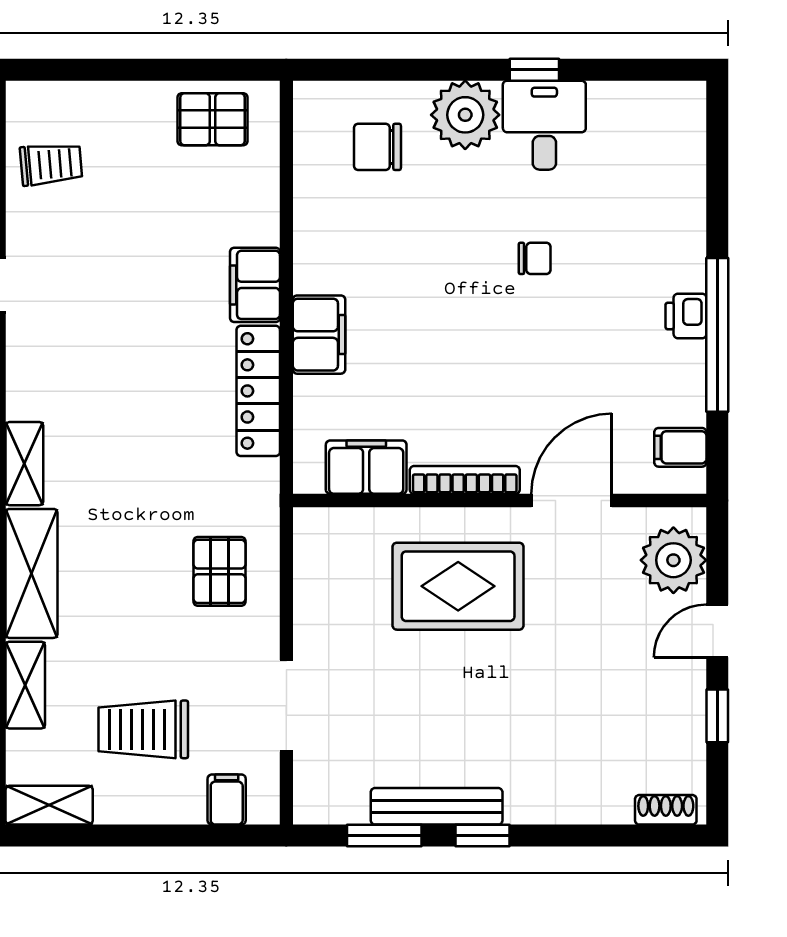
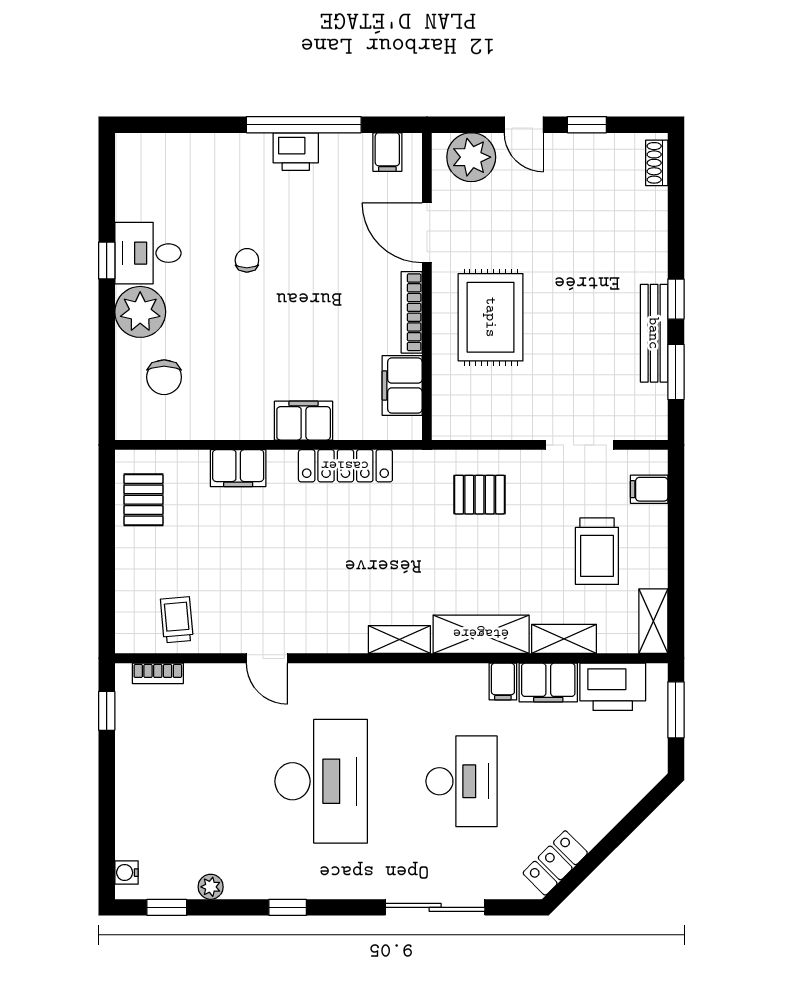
filing cabinet: (255, 285) -> (238, 468), moved
printer: (686, 316) -> (296, 152), width x1.36, depth x1.24

